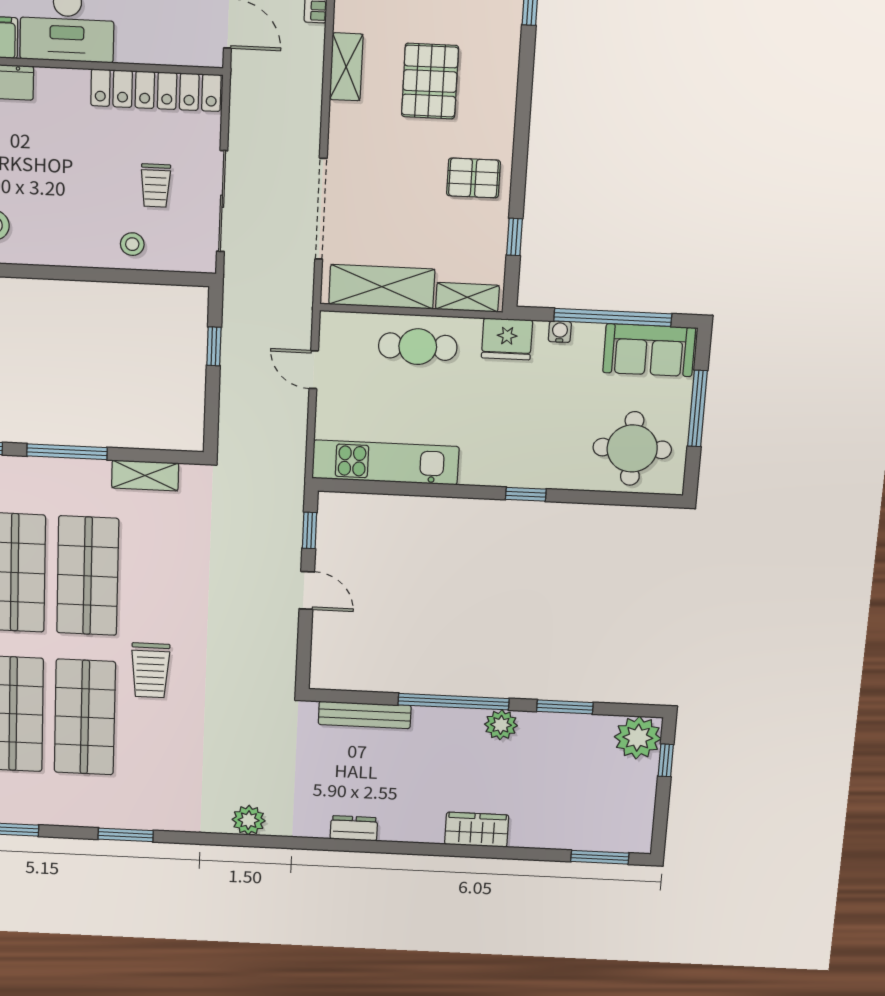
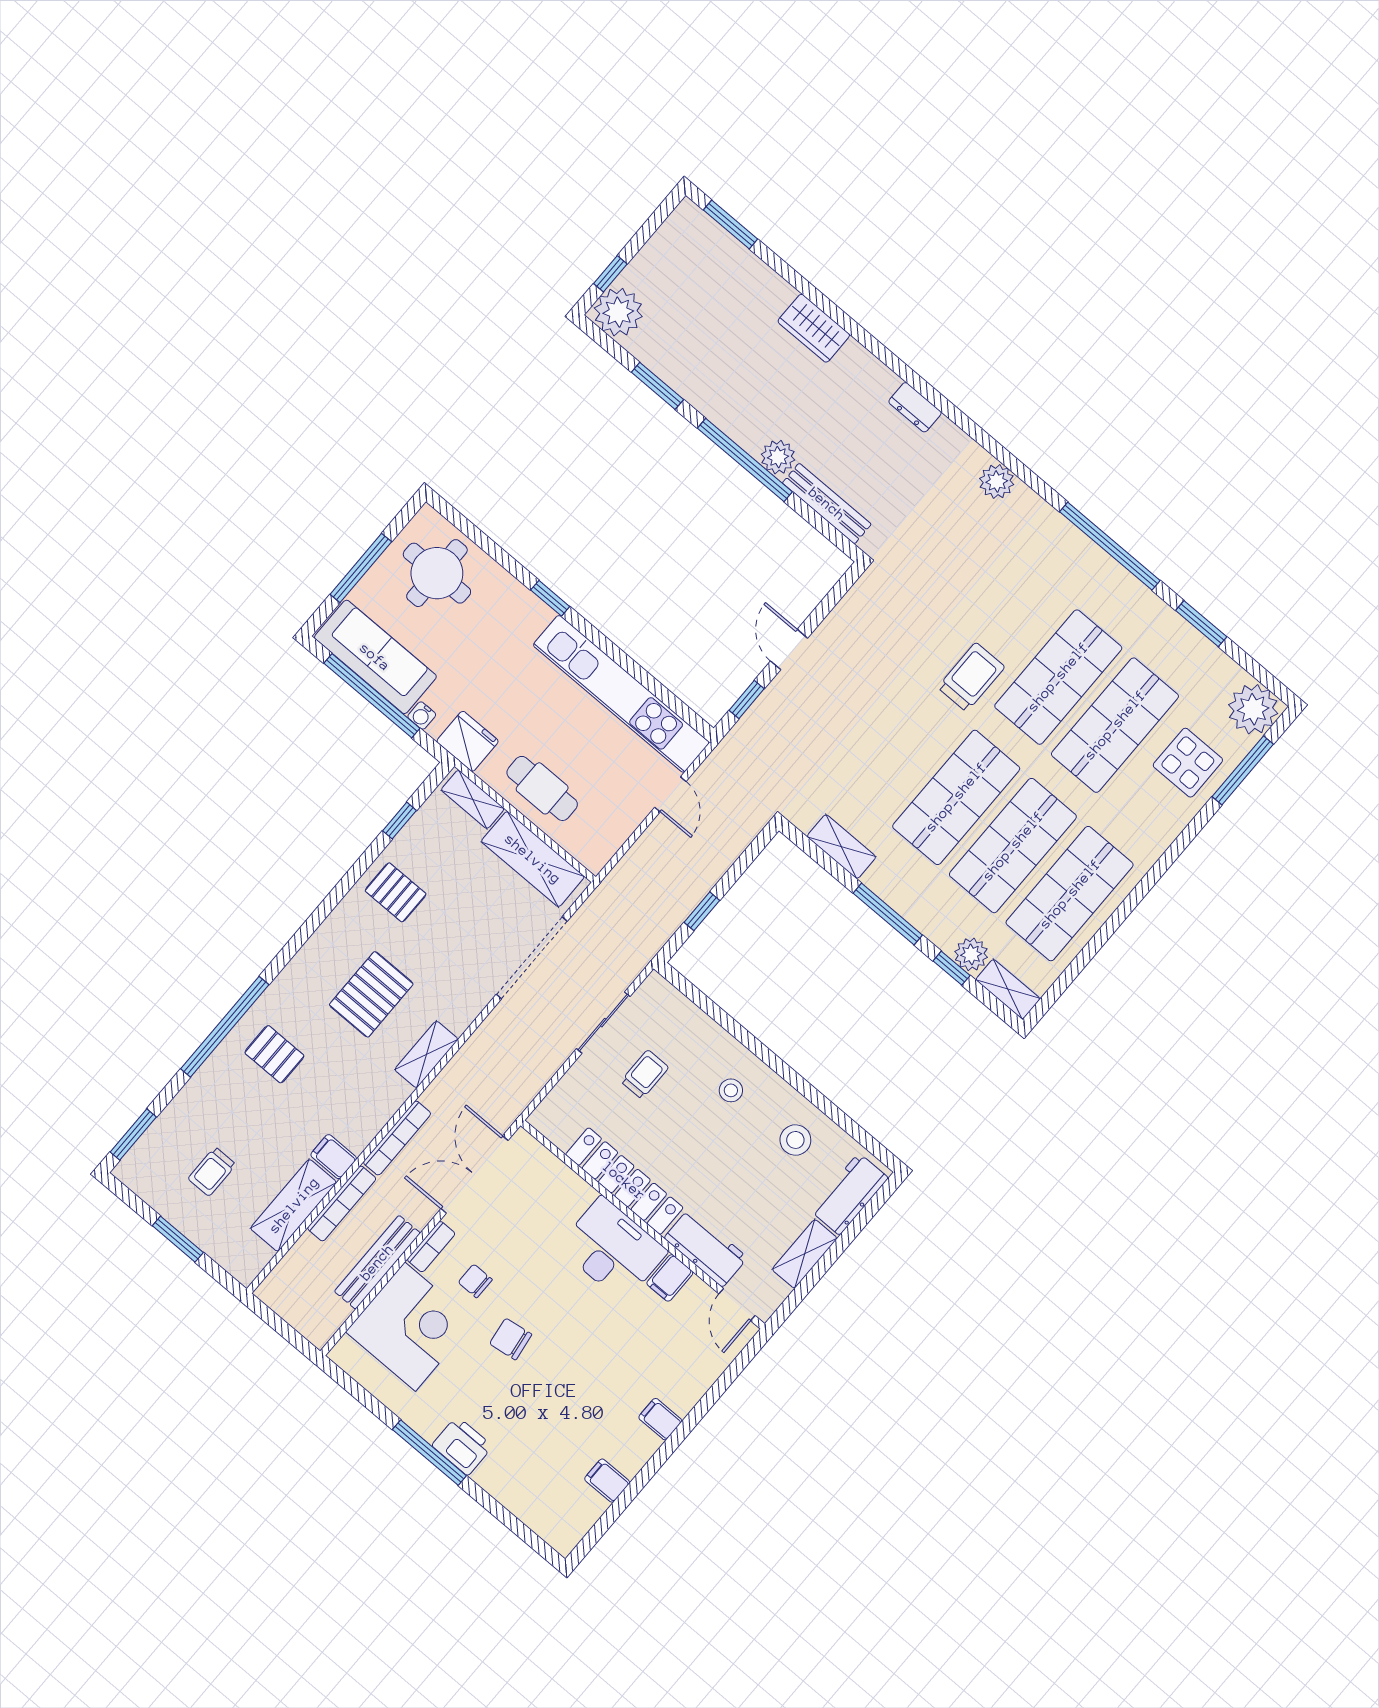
locker: (156, 90) -> (624, 1181), moved
sliding door: (222, 201) -> (603, 1023), width x0.73
stool: (132, 244) -> (731, 1090), moved
sofa: (649, 350) -> (375, 657), width x1.36
door: (314, 370) -> (670, 794), moved
kitchen unit: (385, 462) -> (621, 694), width x1.36
plant: (501, 725) -> (778, 457), moved
window: (126, 835) -> (1110, 546), width x2.11

